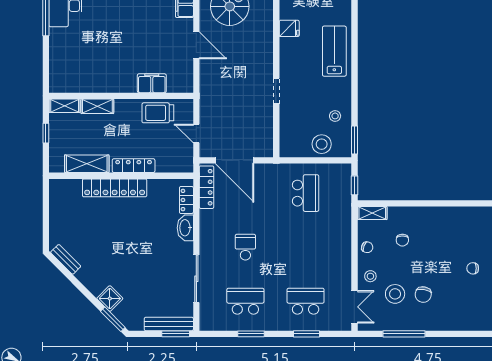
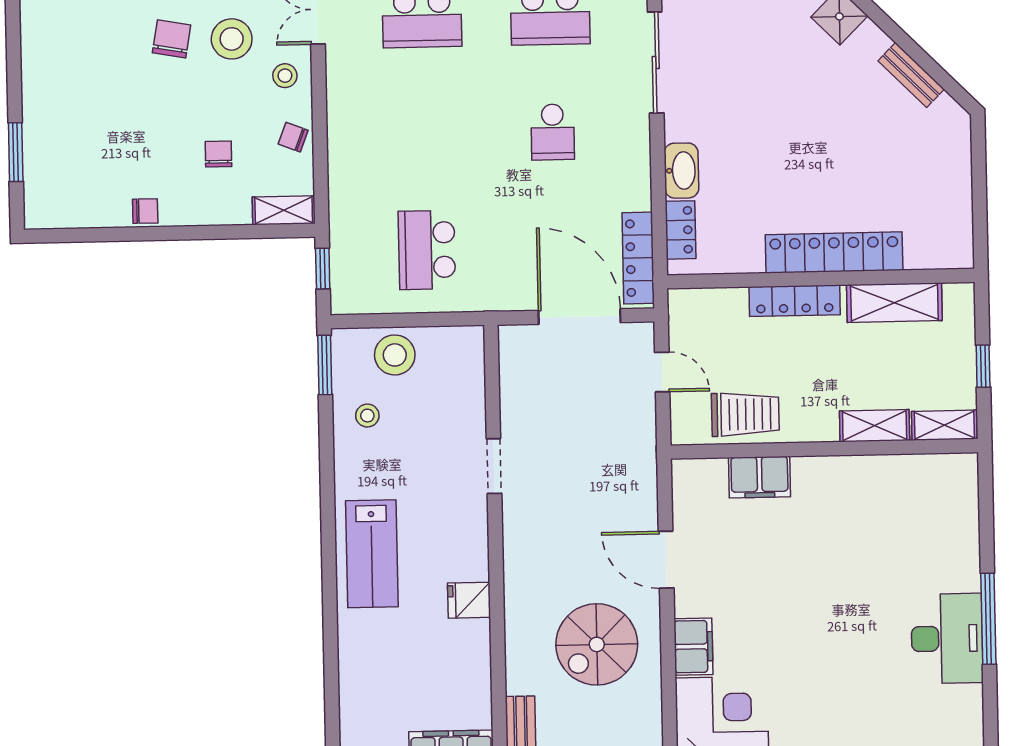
bench: (66, 259) -> (911, 75), moved
chair: (473, 268) -> (145, 211), moved

